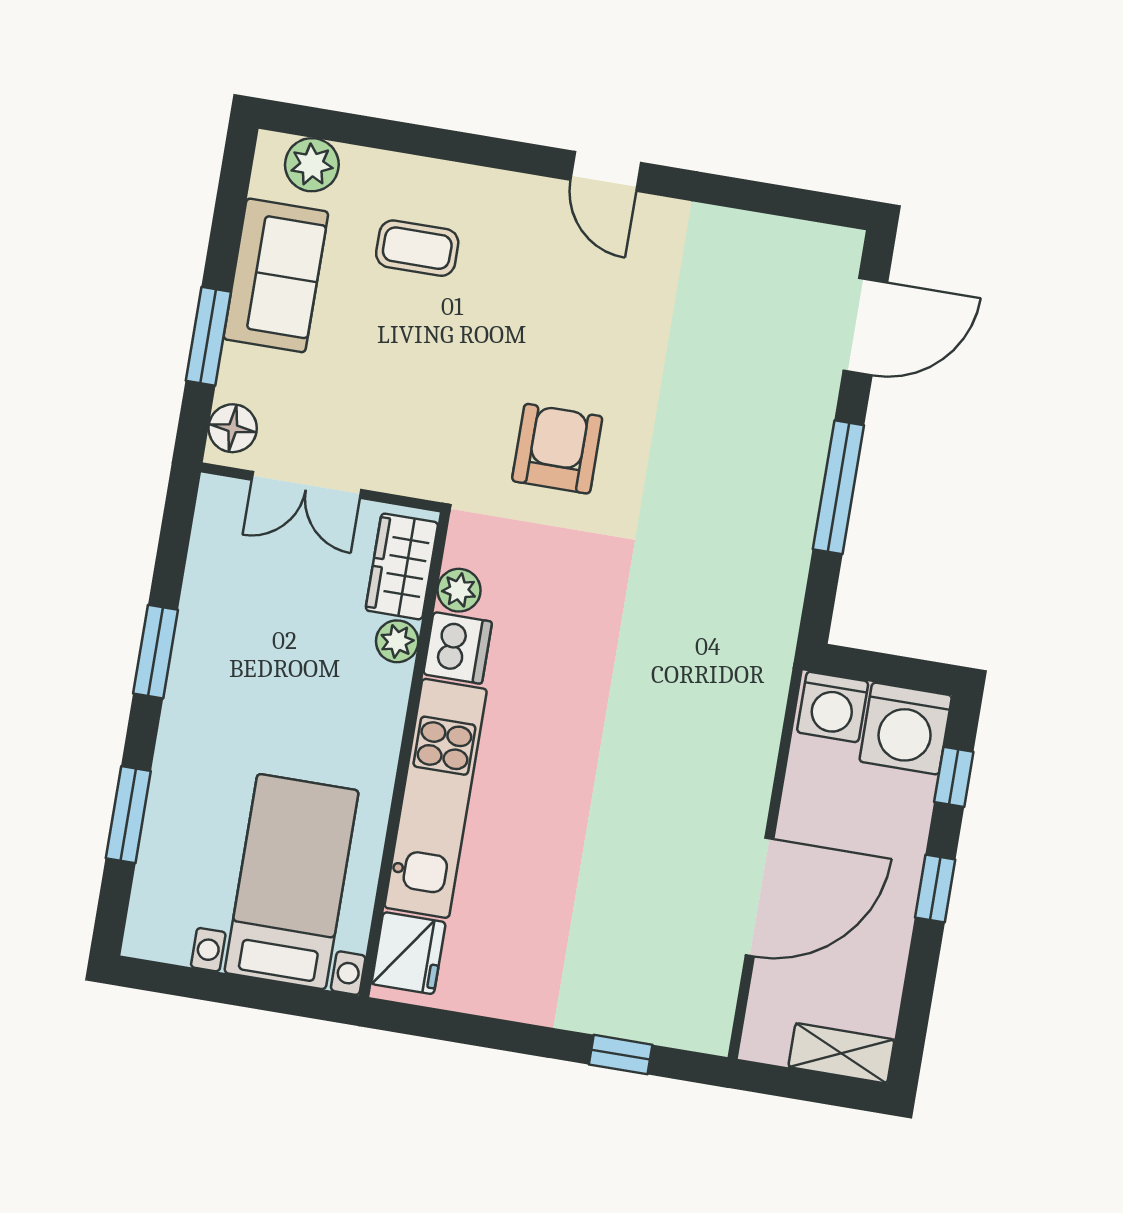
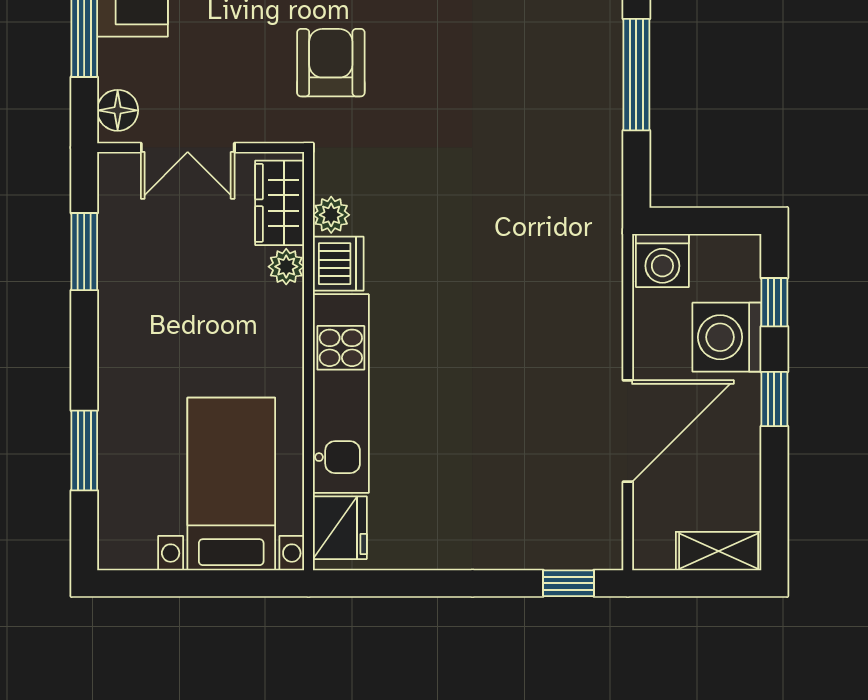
armchair: (557, 449) -> (331, 63), moved
window: (156, 652) -> (84, 252), moved
washing machine: (906, 729) -> (727, 337), moved, turned 90
window: (621, 1055) -> (569, 583), moved

